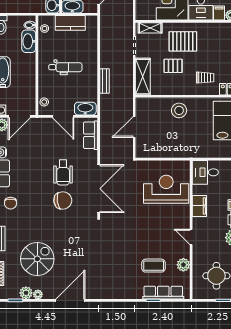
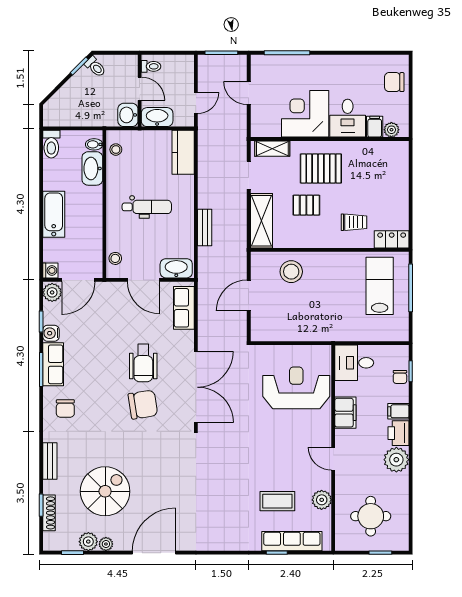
kitchen counter: (70, 23) -> (183, 152), moved, turned 90
stool: (179, 110) -> (291, 272), moved

